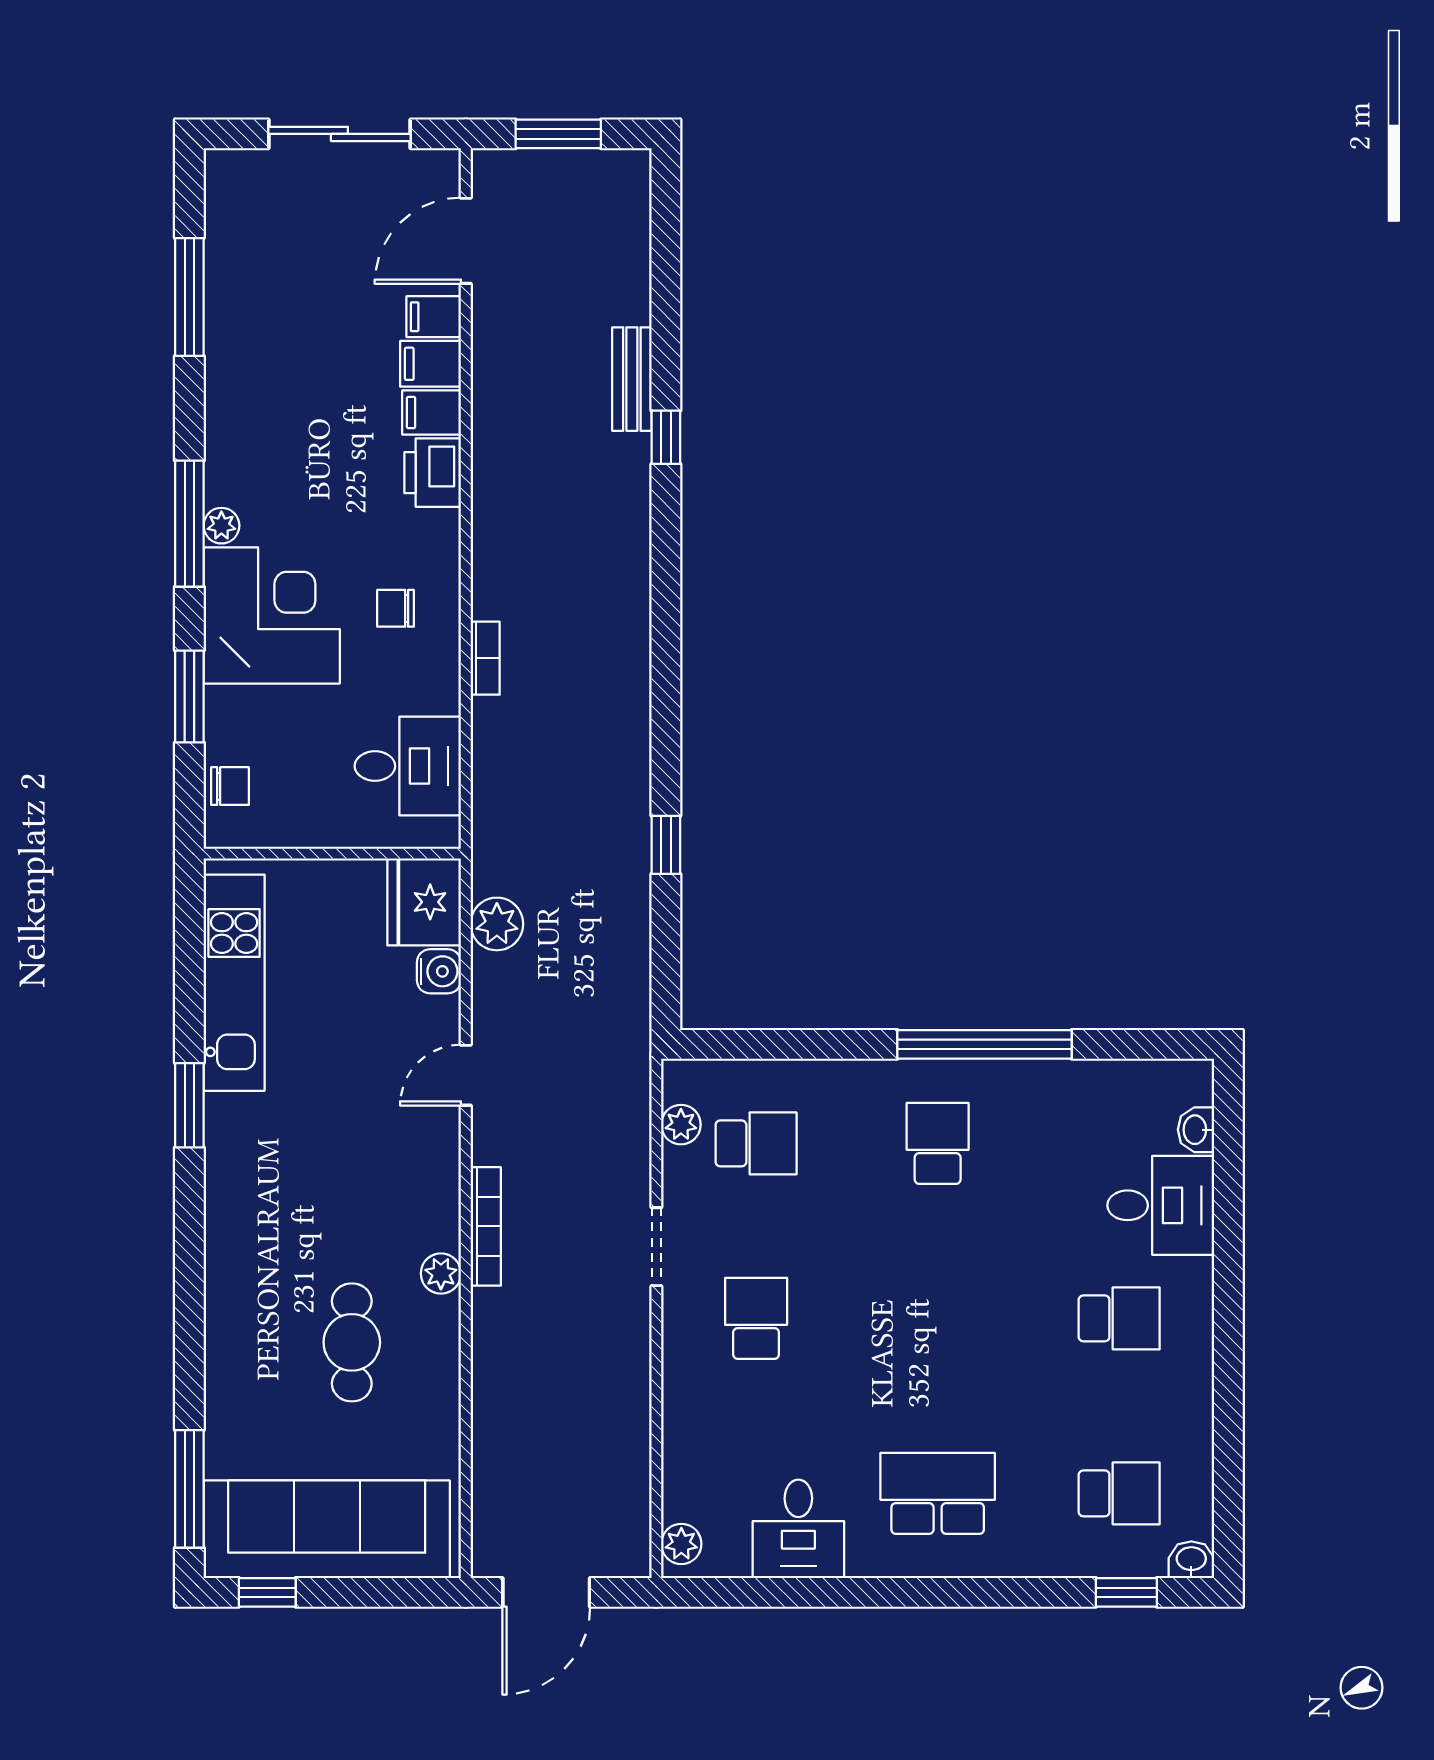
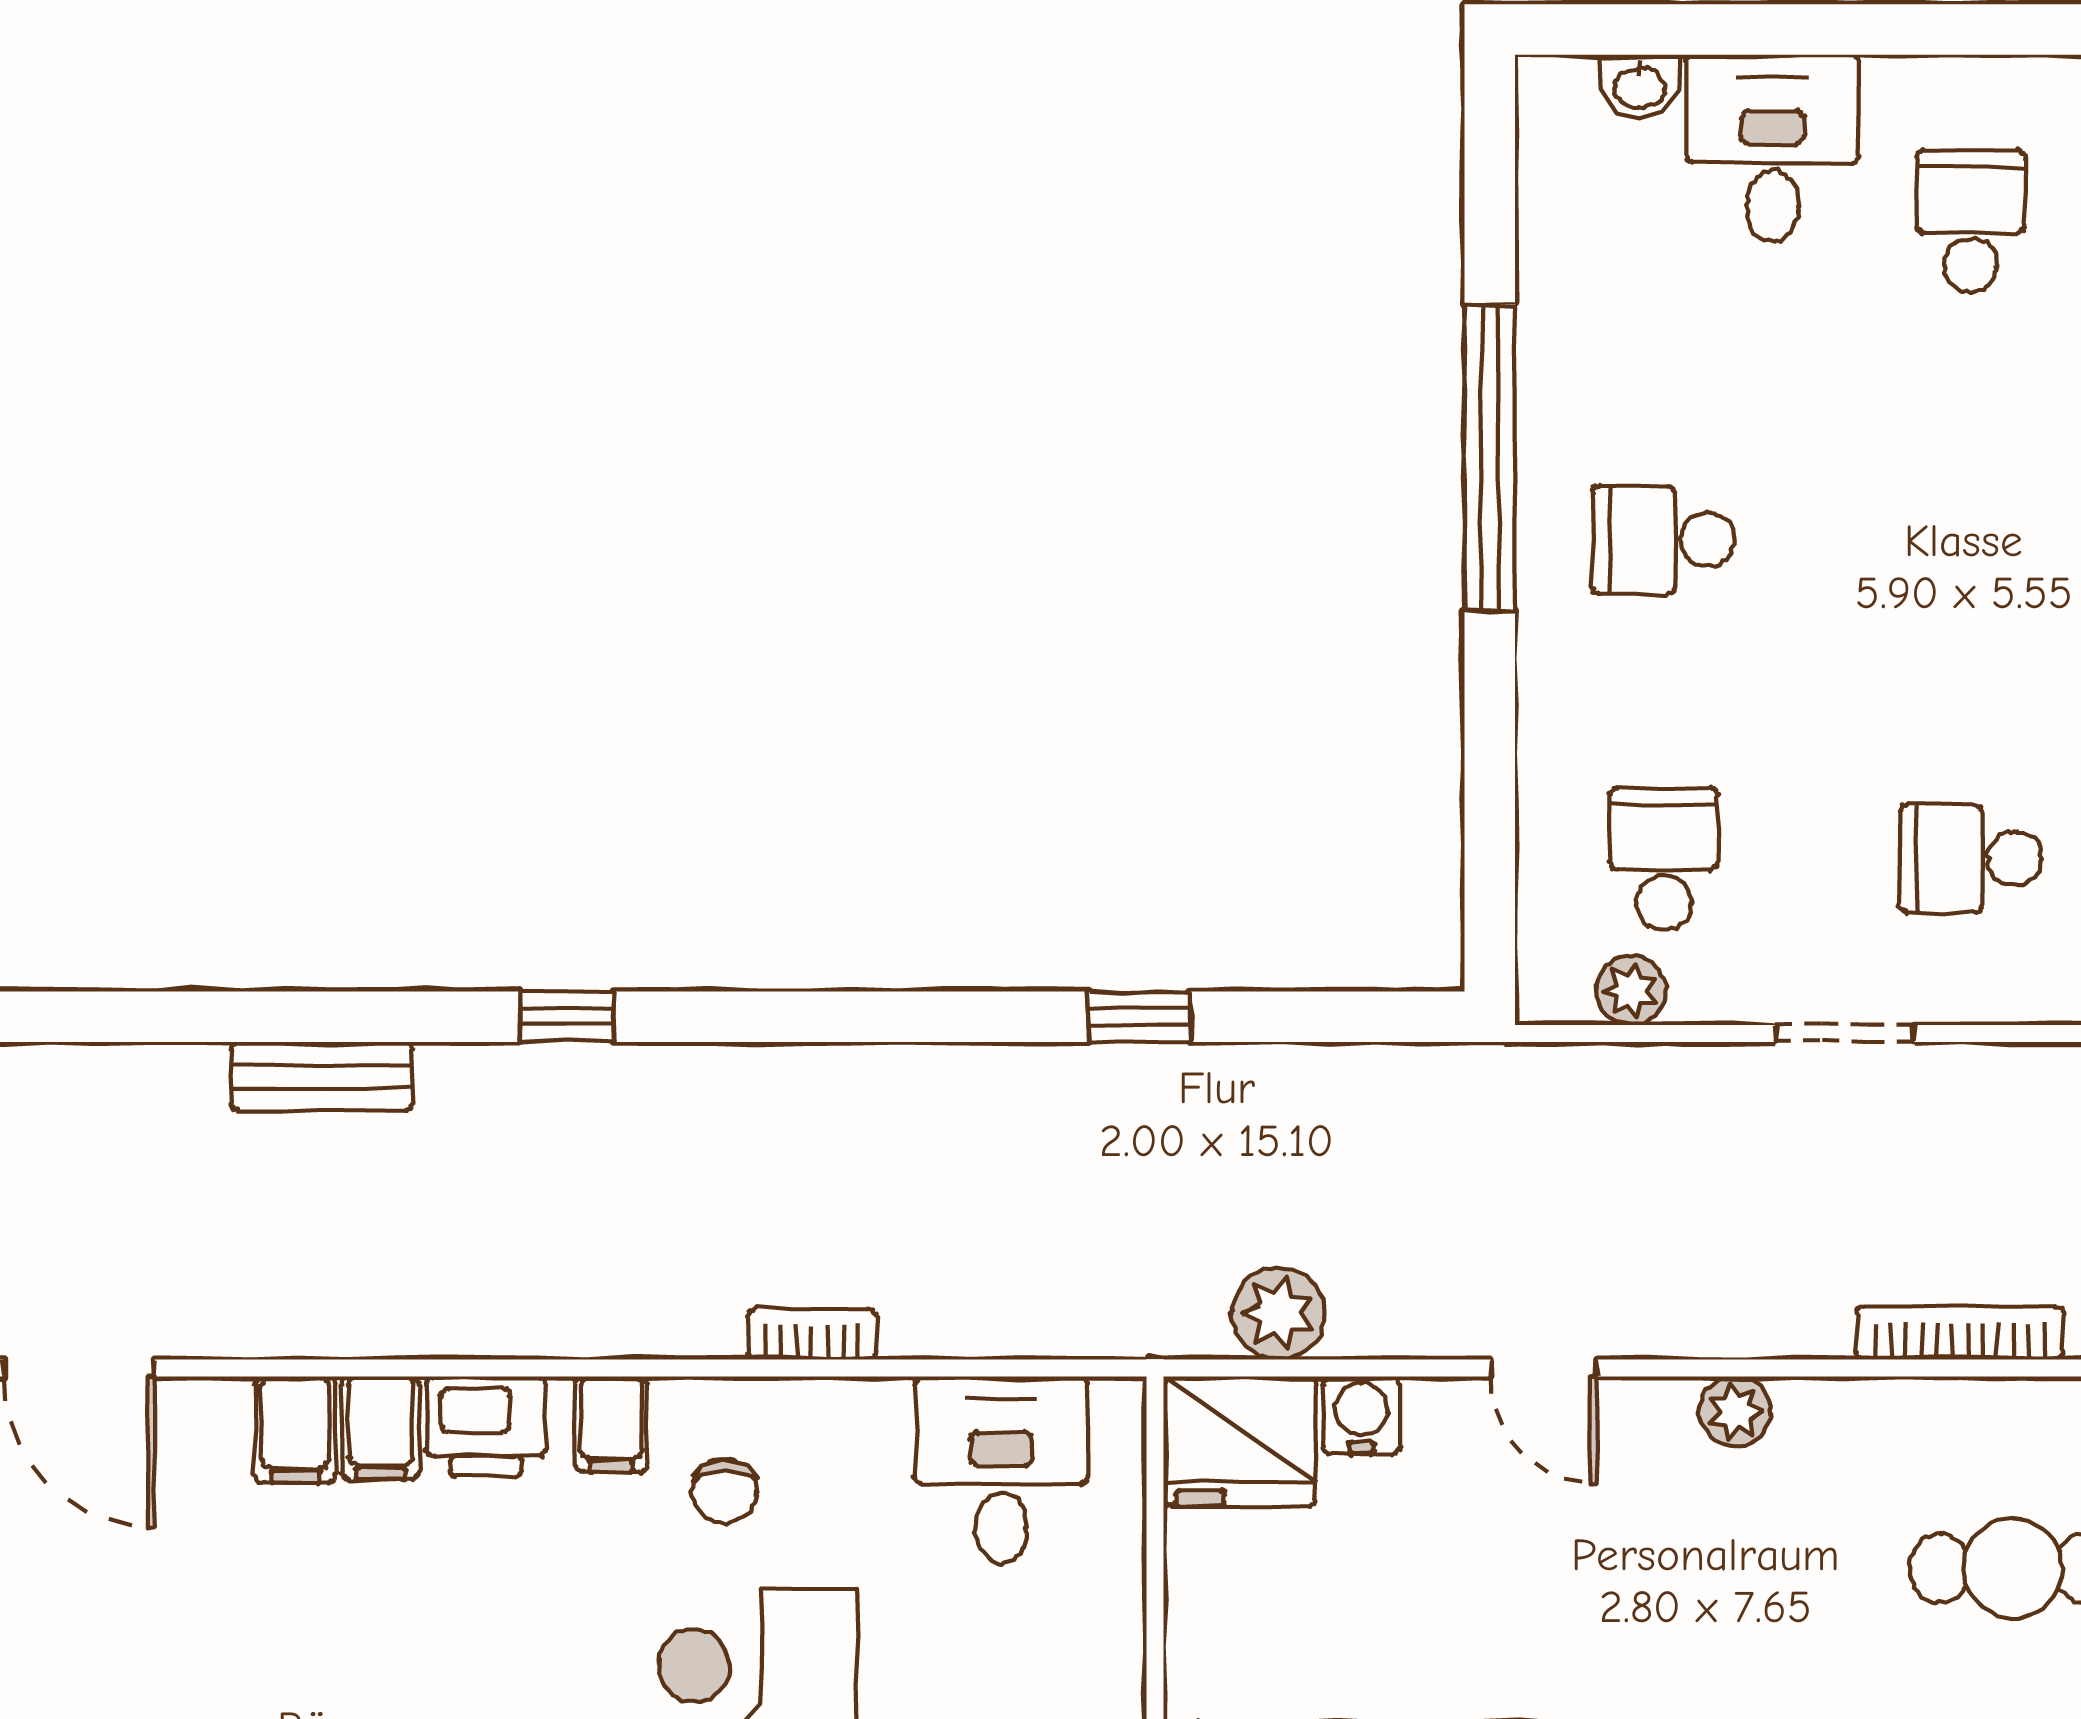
filing cabinet: (434, 317) -> (611, 1424), moved
window: (666, 437) -> (567, 1017), moved
bookcase: (486, 1226) -> (1960, 1333), moved
plant: (441, 1274) -> (1735, 1412), moved

